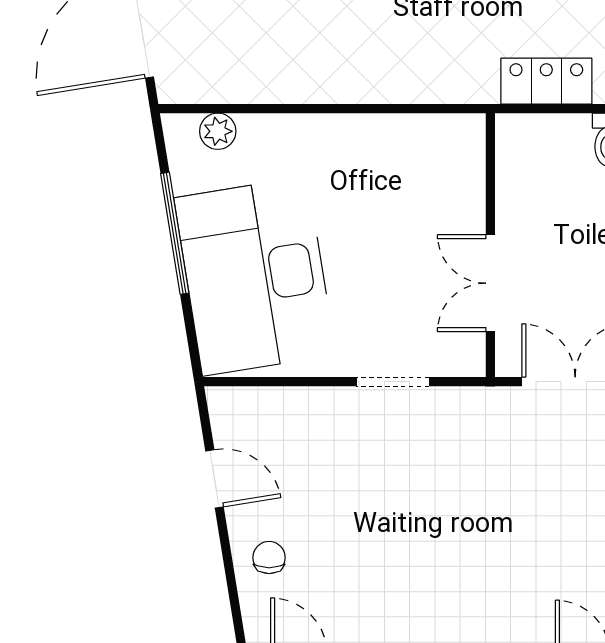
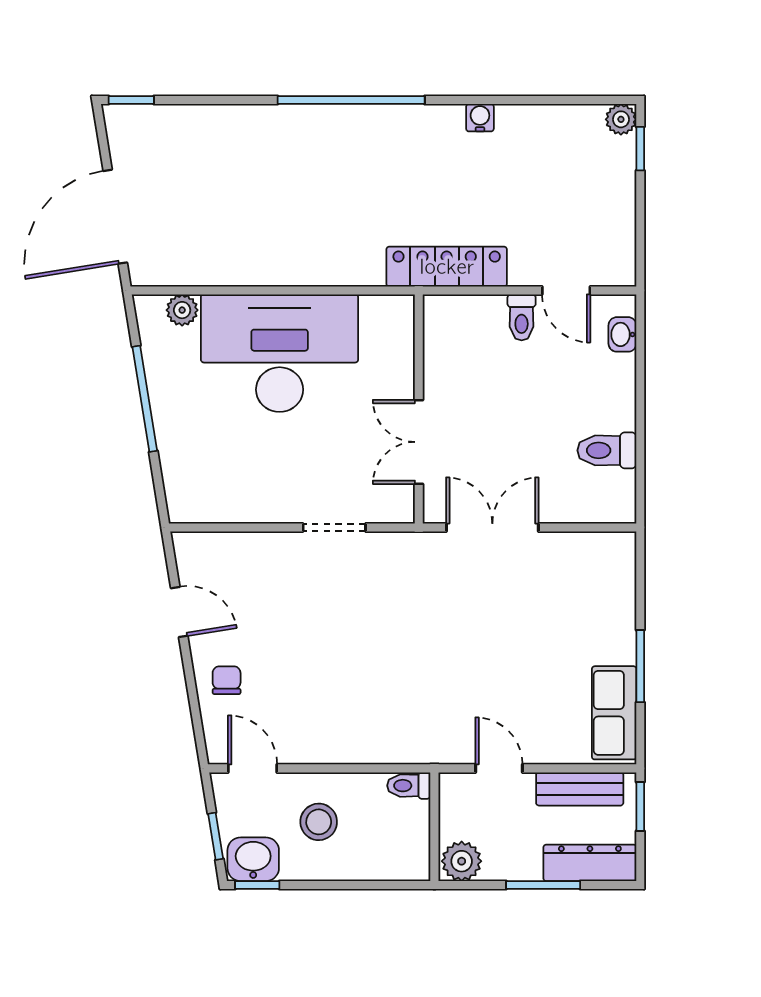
locker: (546, 81) -> (447, 267), width x1.53
desk: (255, 276) -> (280, 353), moved, turned 99

